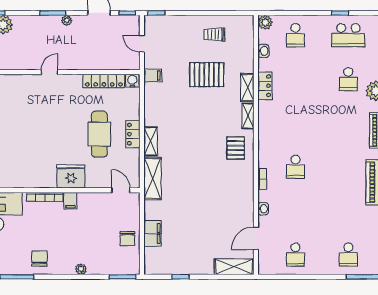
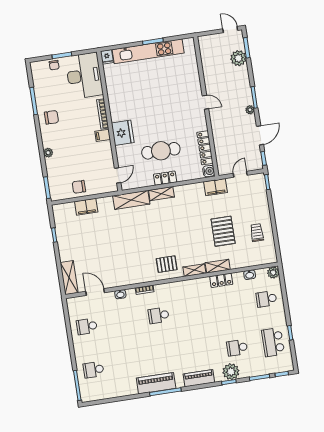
filing cabinet: (153, 75) -> (216, 187), width x2.00

